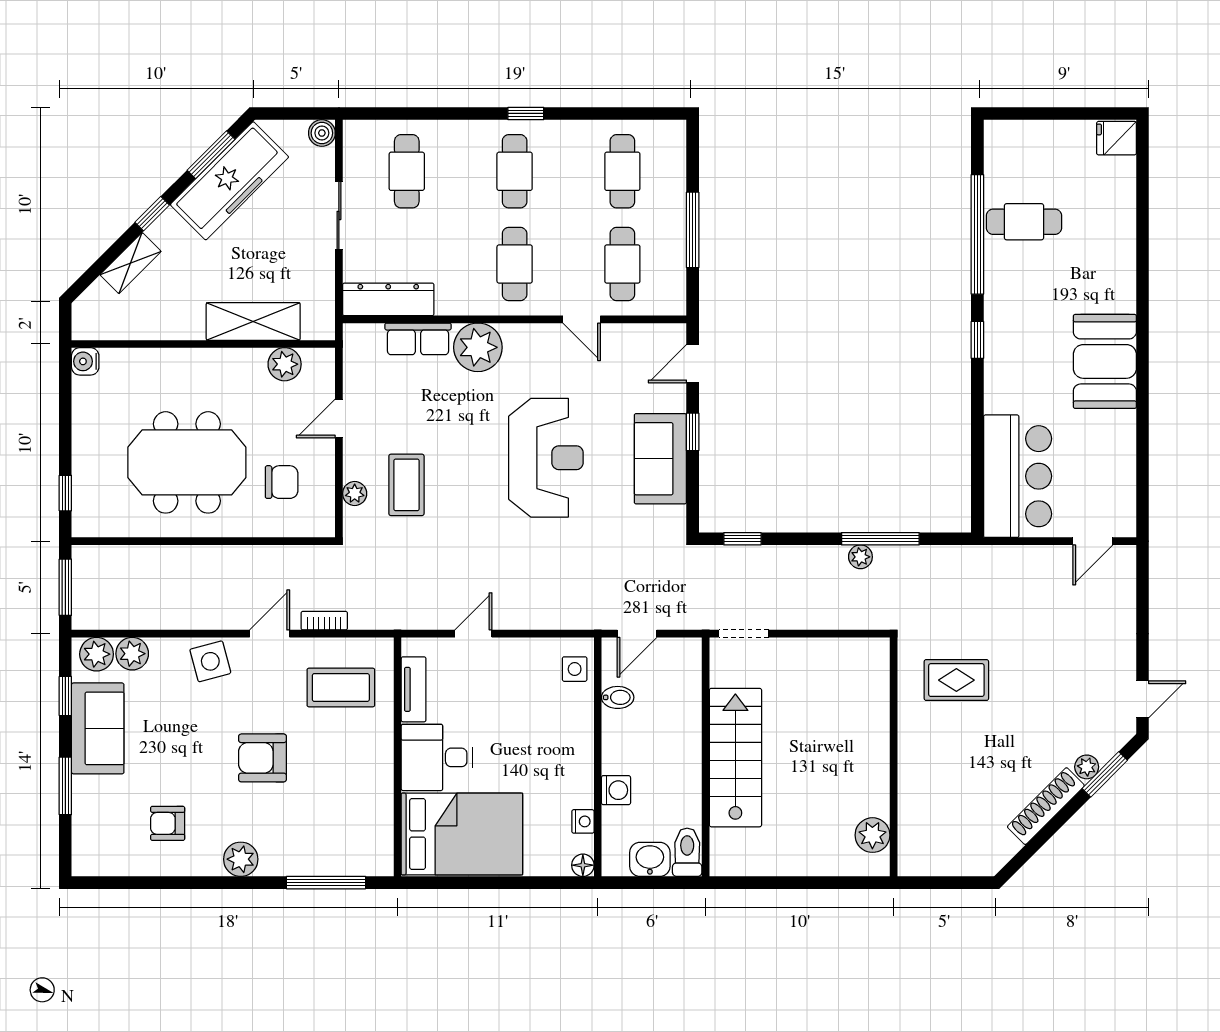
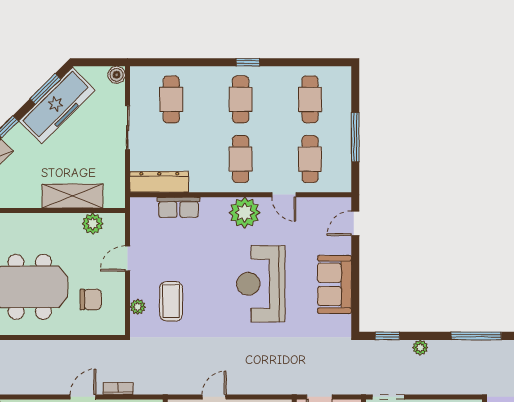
plant: (478, 347) -> (245, 213), moved
window: (693, 432) -> (355, 267), removed
reception desk: (546, 458) -> (261, 284), turned 180
plant: (860, 557) -> (420, 348), moved

